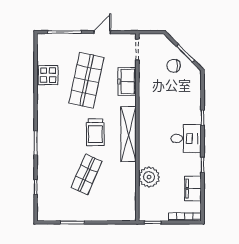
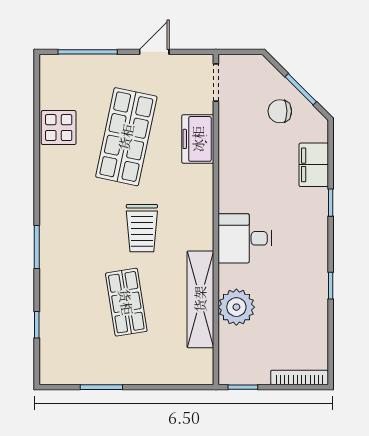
shelving: (128, 134) -> (200, 299), moved
desk: (186, 138) -> (245, 238), moved, turned 180
shop shelf: (86, 174) -> (126, 302), turned -33
filing cabinet: (193, 189) -> (314, 165), moved

